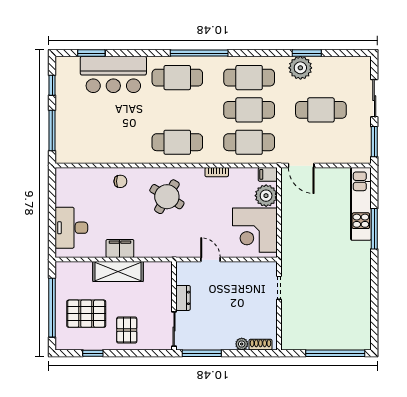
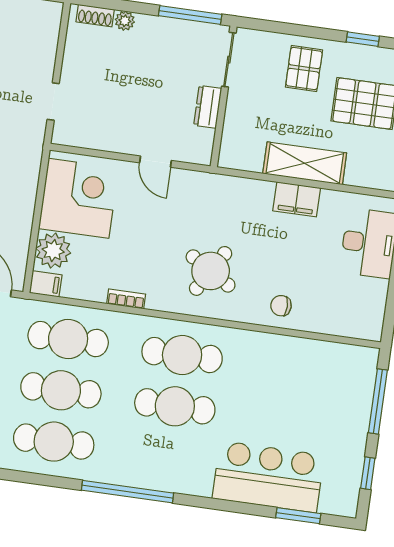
cafe table: (177, 78) -> (175, 406), moved

